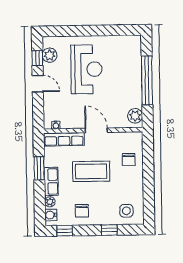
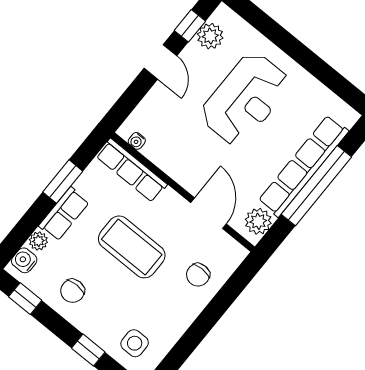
row of seats: (135, 77) -> (303, 166), added
door: (96, 130) -> (209, 213), moved

